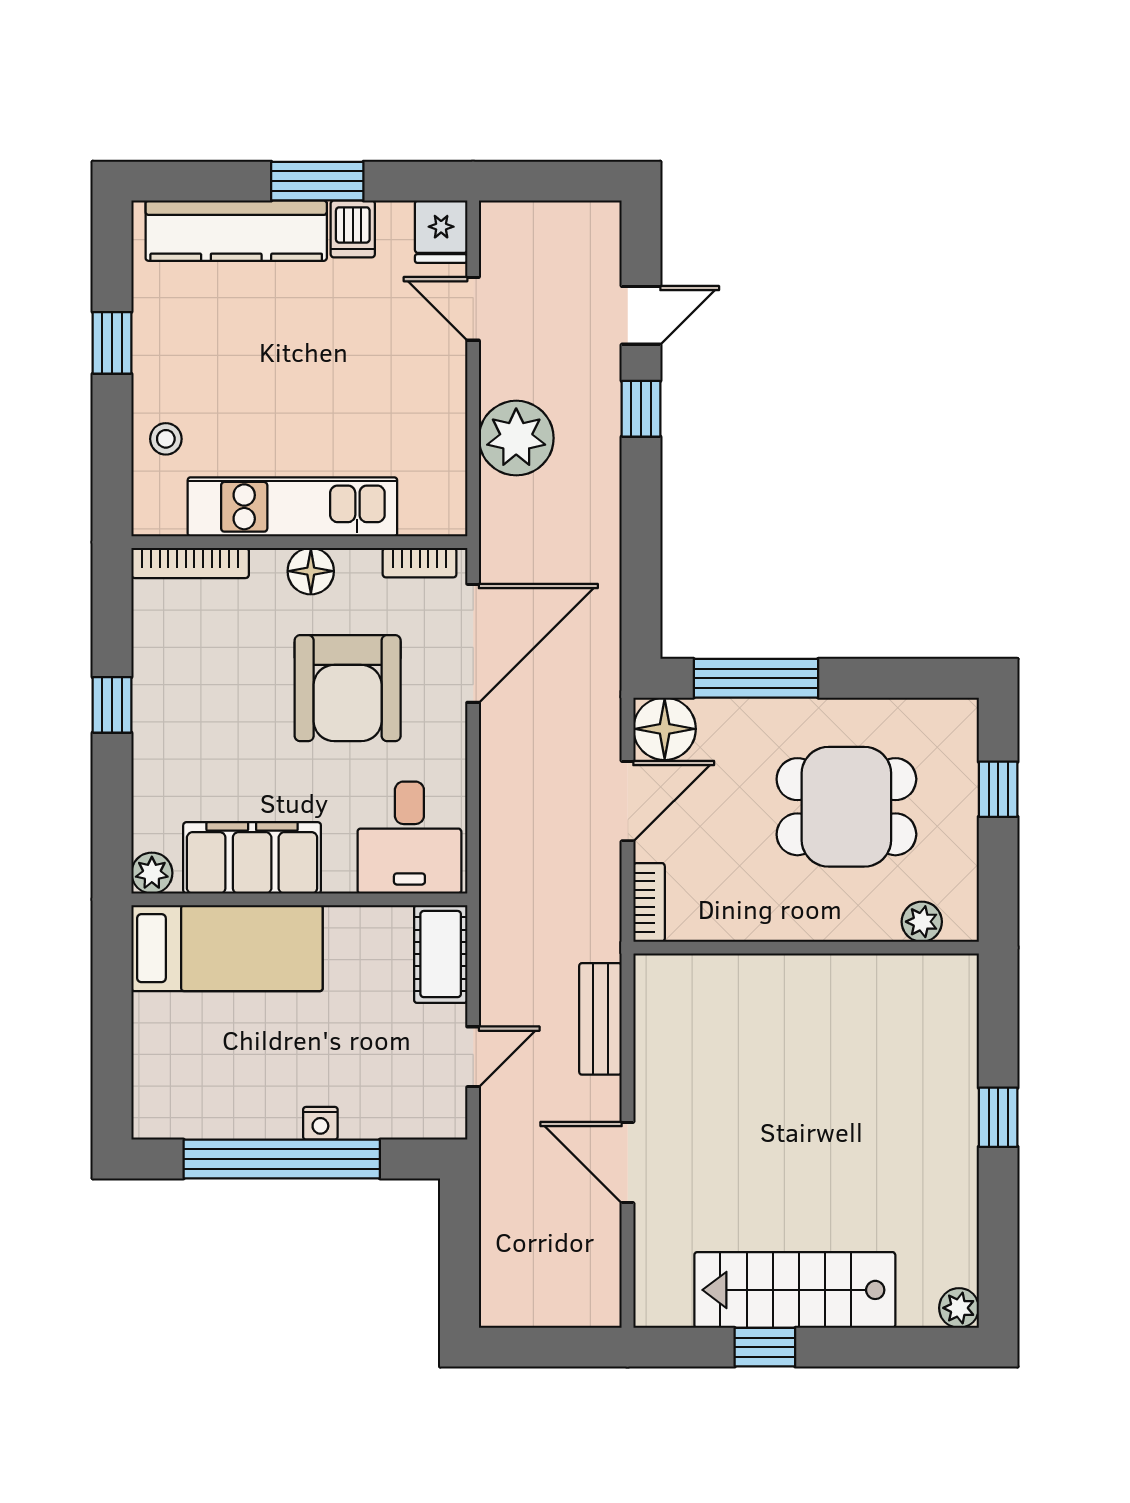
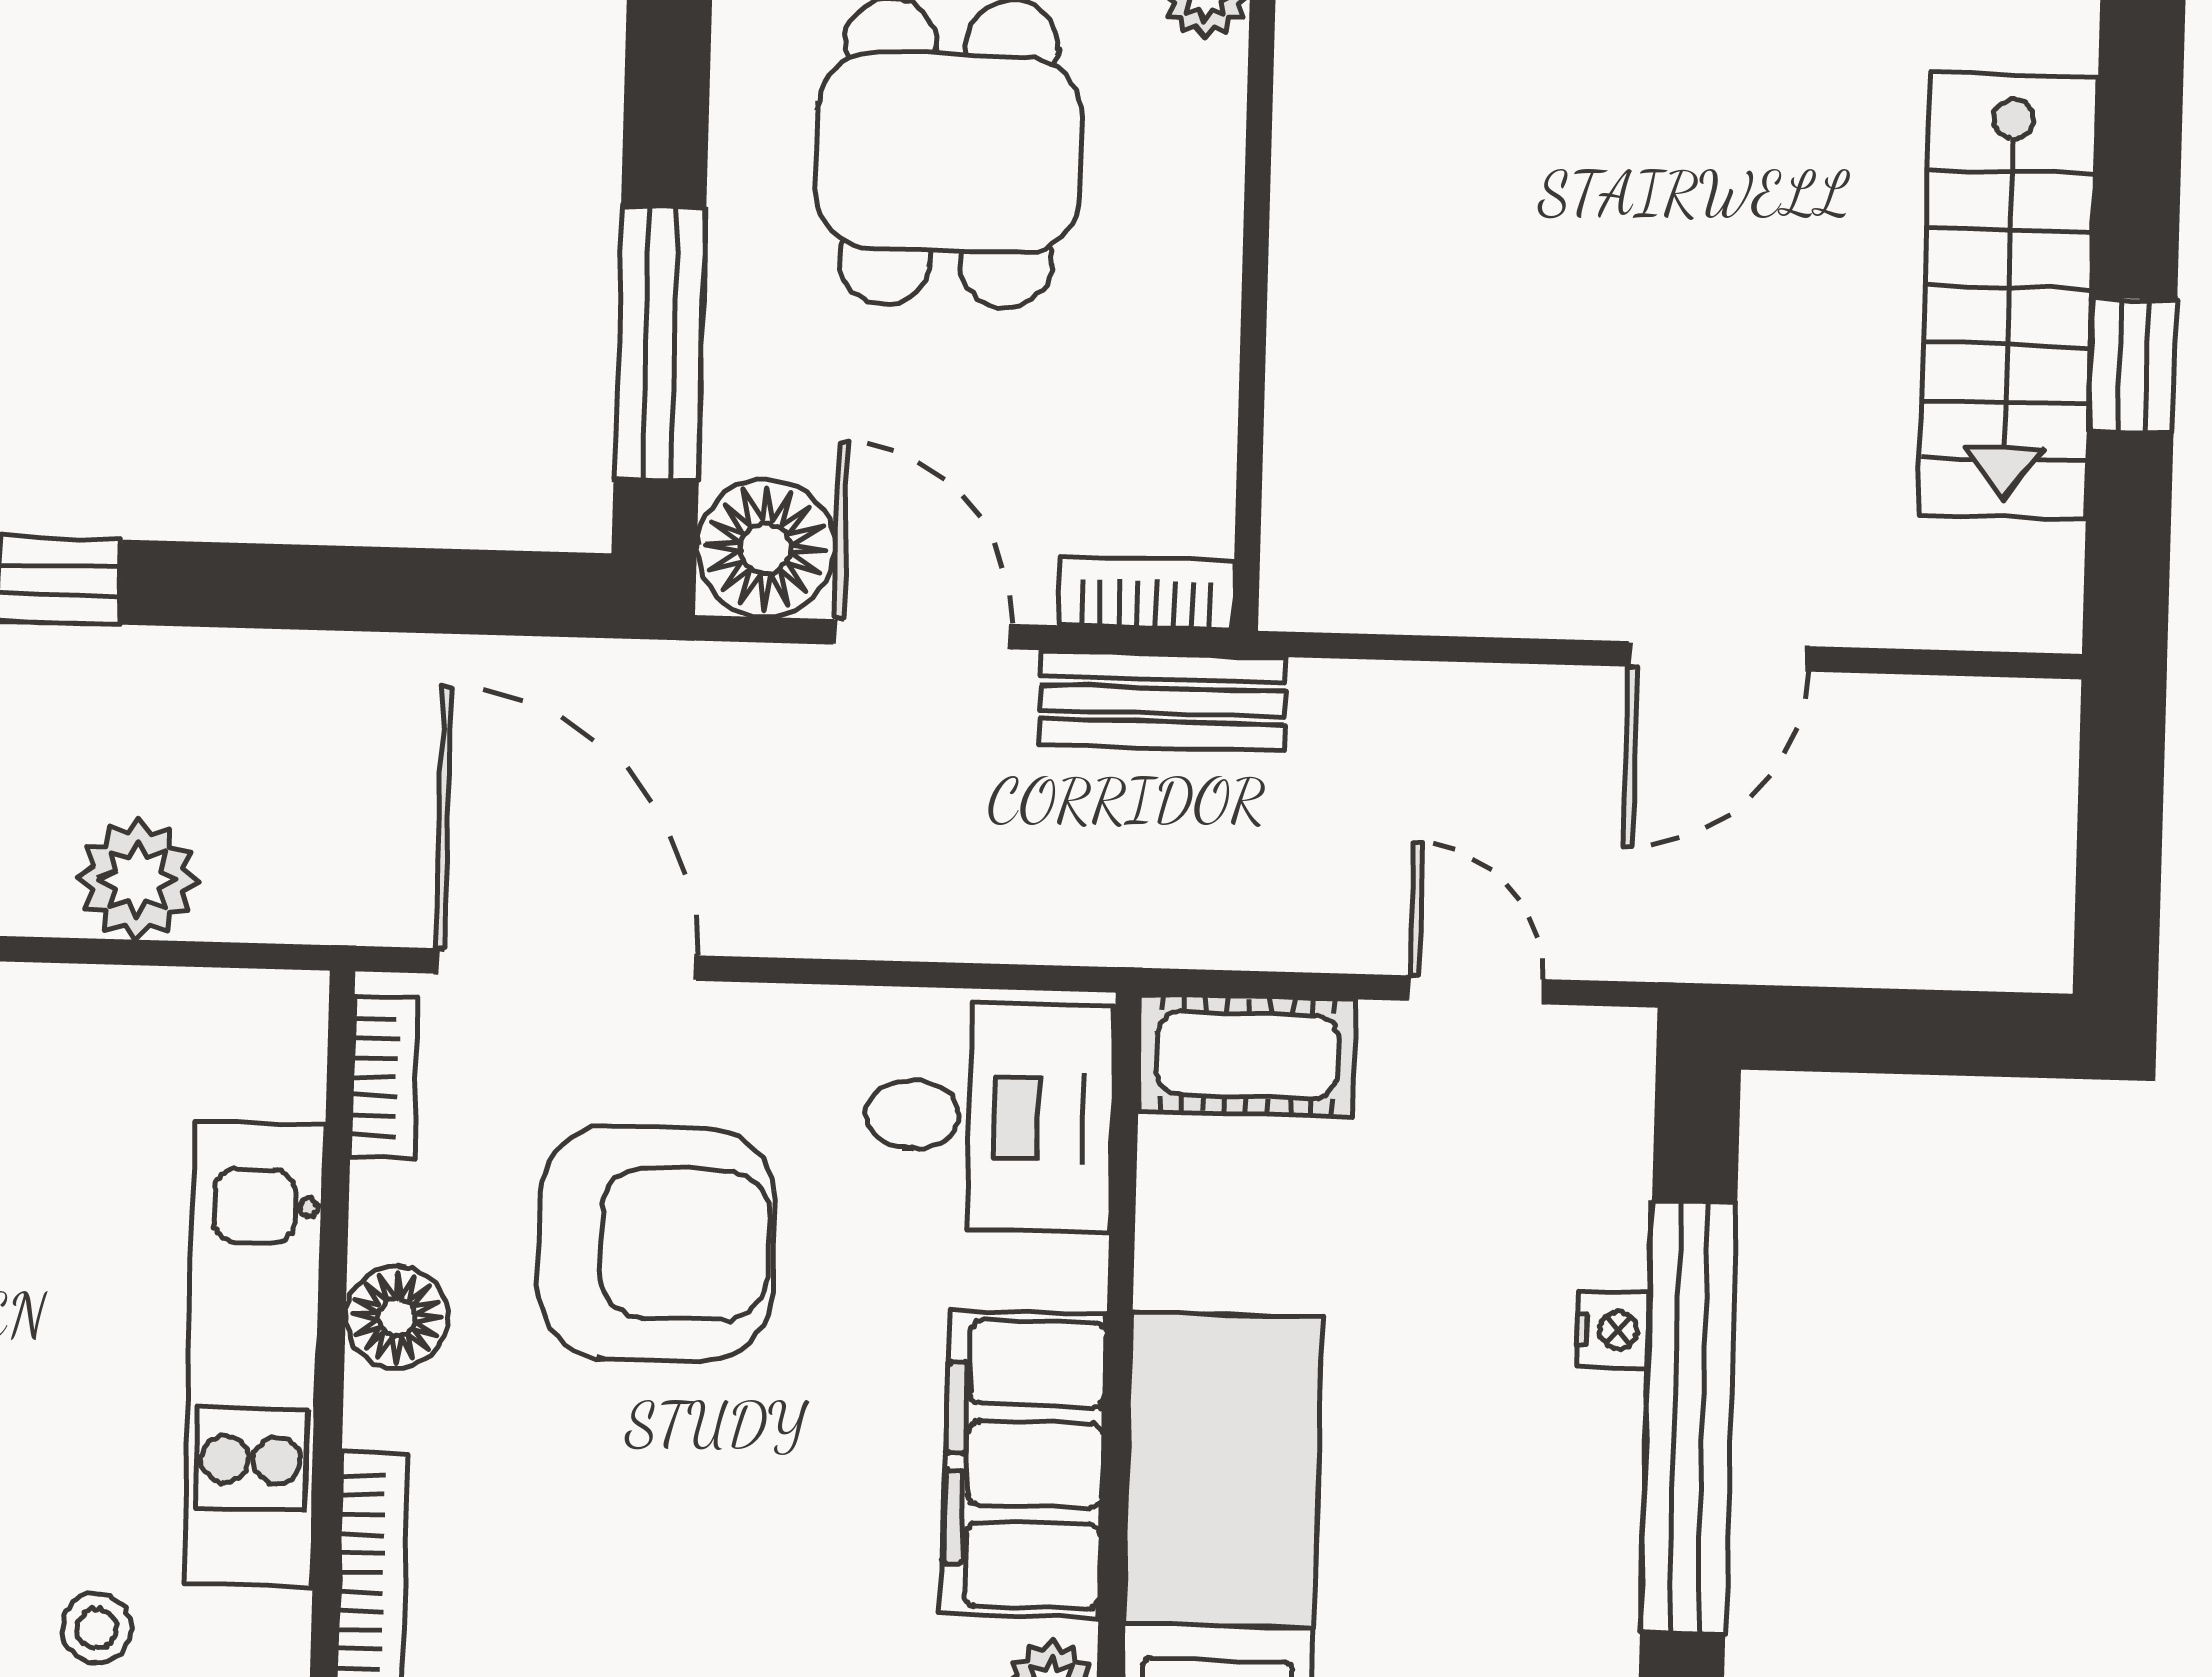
plant: (516, 438) -> (138, 879), width x0.73, depth x0.73
bench: (600, 1019) -> (1162, 701), moved

